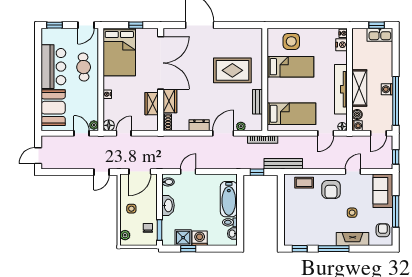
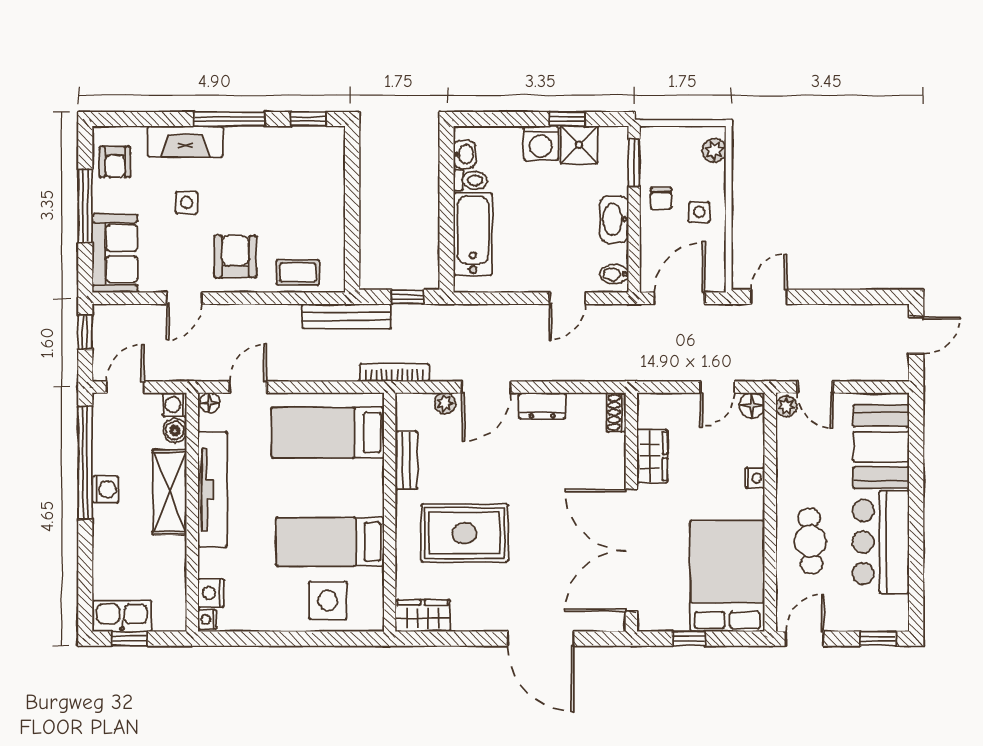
wardrobe: (170, 101) -> (423, 616), moved, turned 90
chair: (148, 228) -> (661, 198), moved

